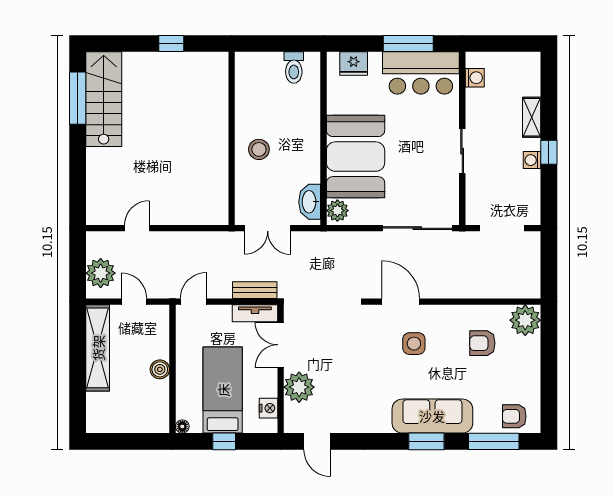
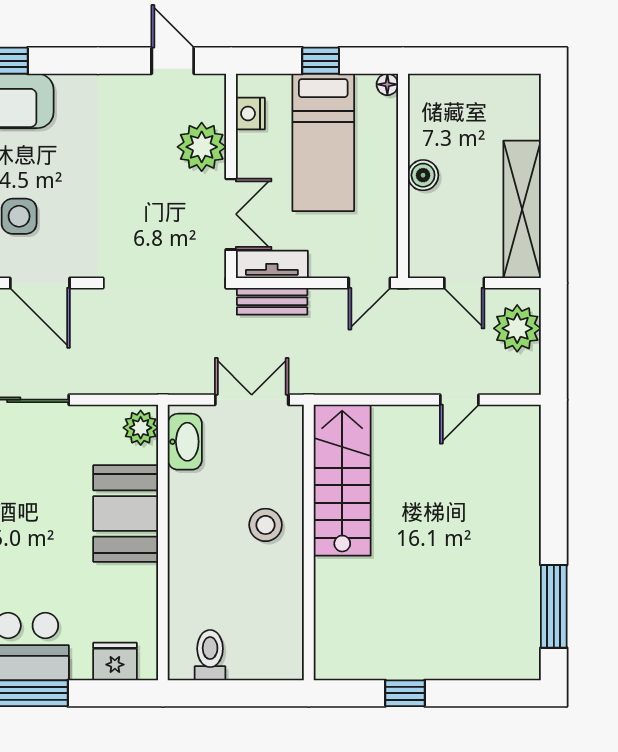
stairs: (104, 99) -> (342, 480), moved, turned 180
booth: (356, 157) -> (126, 514), width x0.73, depth x0.70

